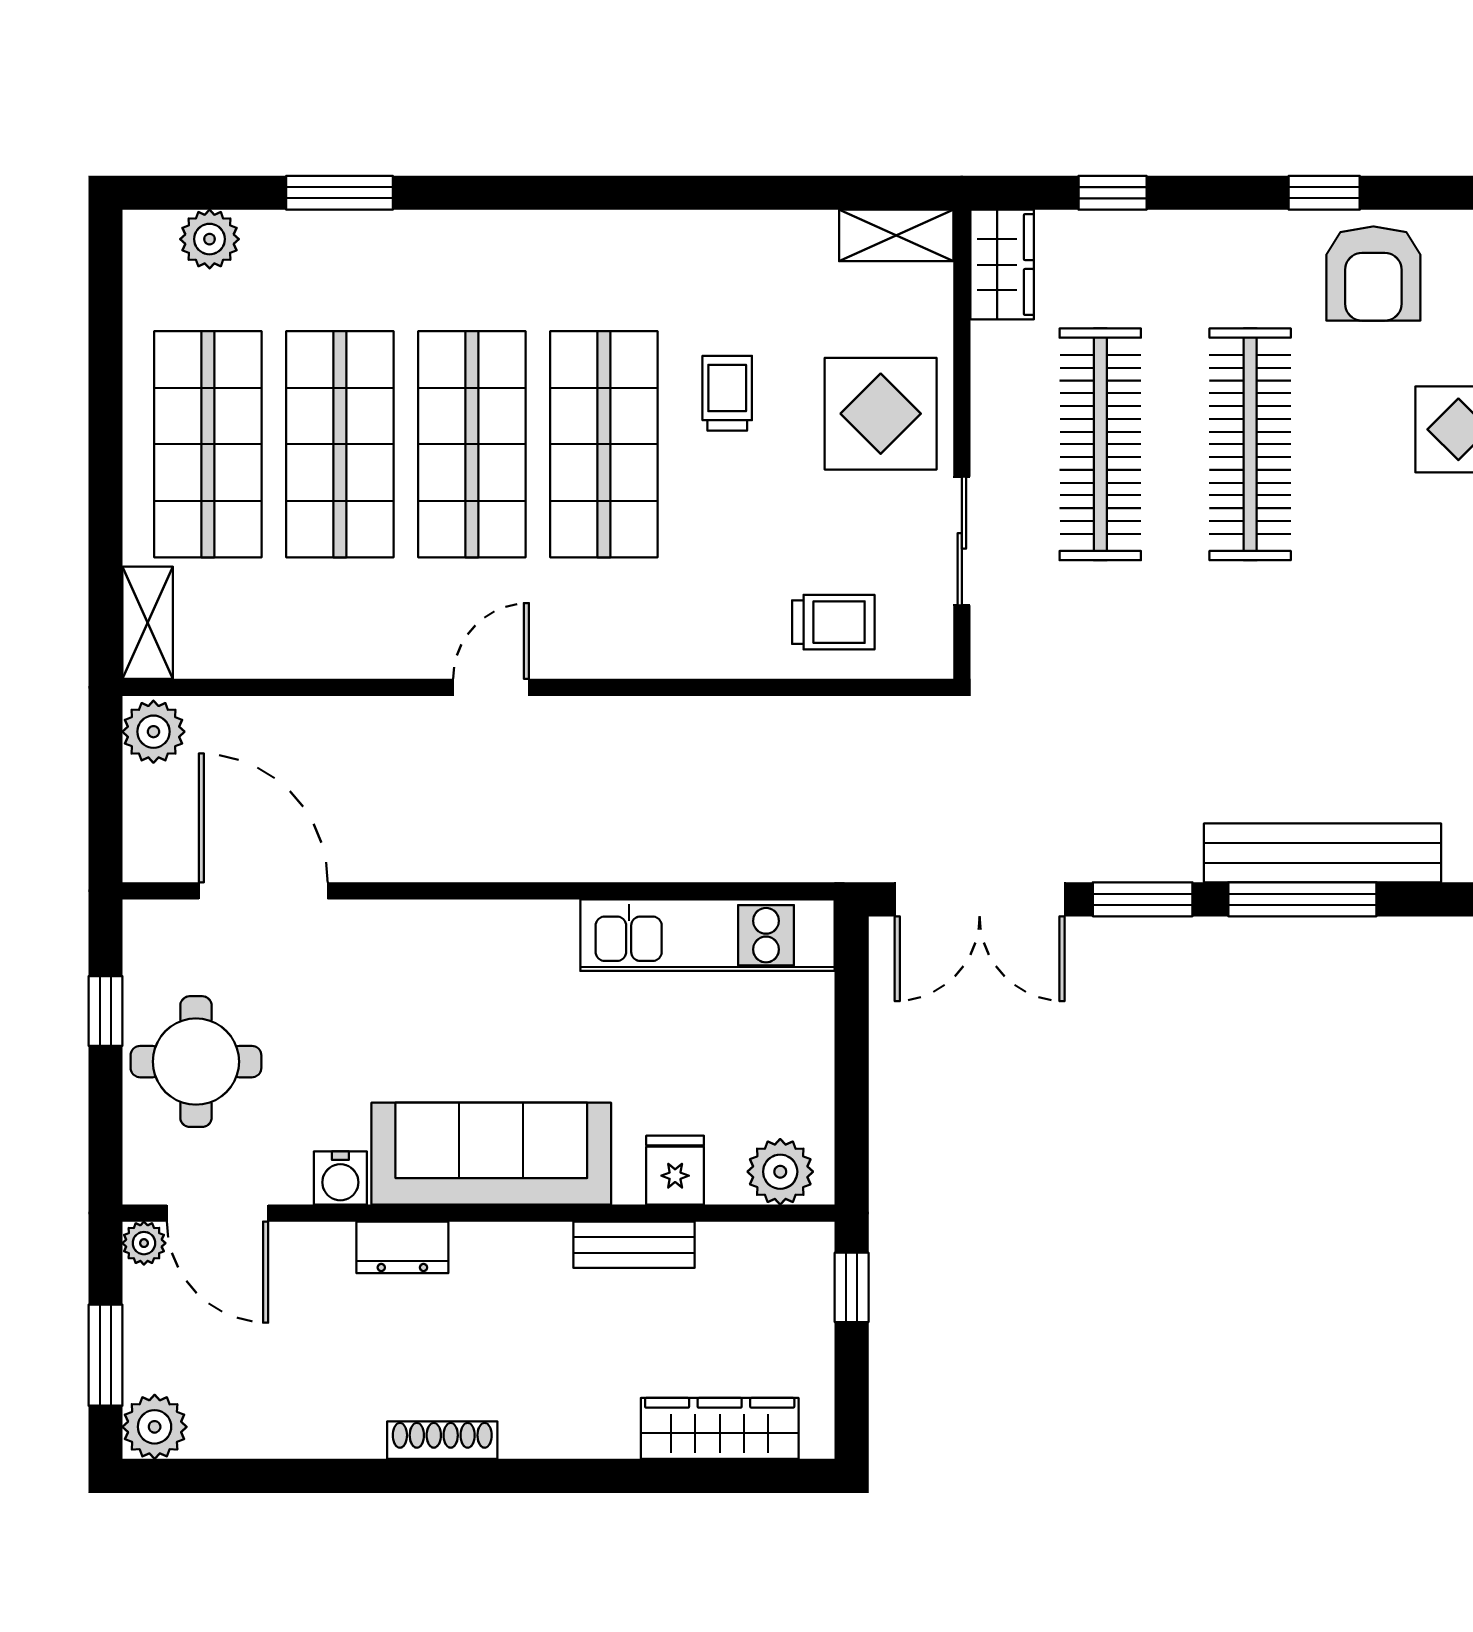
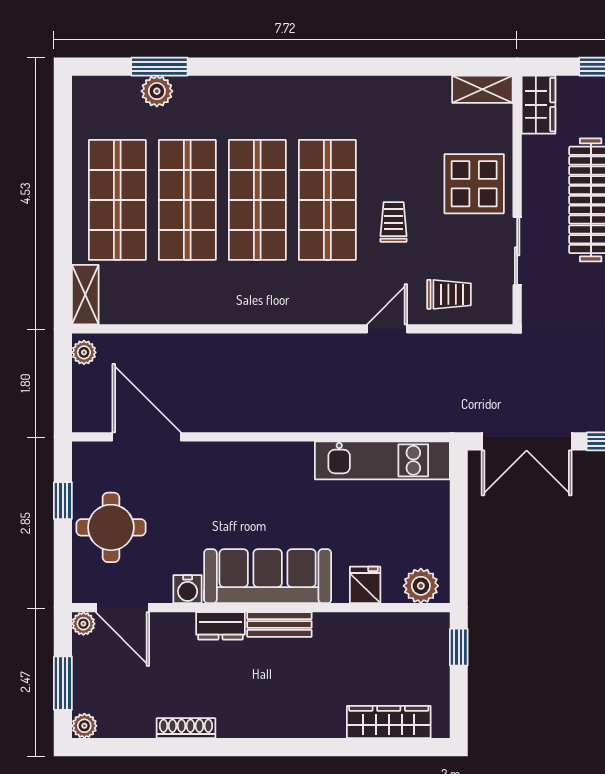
window: (340, 193) -> (159, 67), moved
plant: (210, 239) -> (157, 91), moved
trolley: (727, 393) -> (394, 222), moved
door: (491, 687) -> (387, 329), moved
plant: (153, 732) -> (84, 352), width x0.73, depth x0.73
bench: (634, 1245) -> (279, 625), moved
plant: (155, 1427) -> (84, 726), width x0.73, depth x0.73
shoe rack: (442, 1440) -> (186, 728), moved

